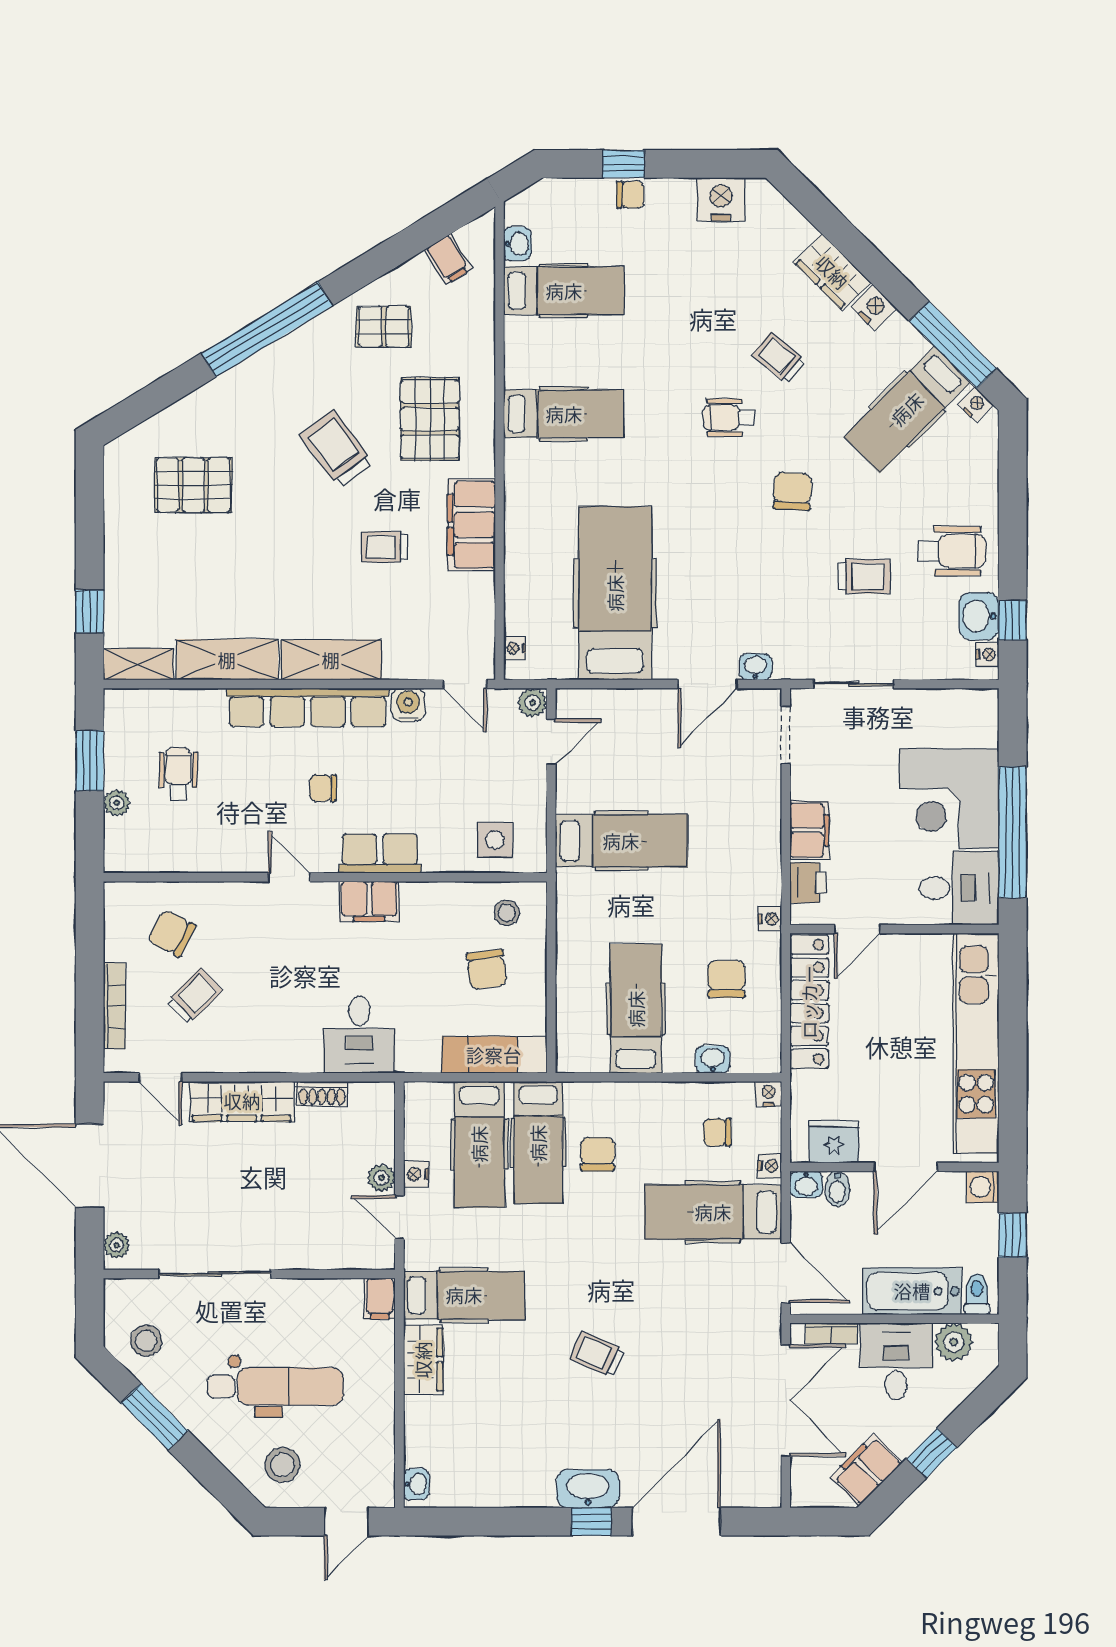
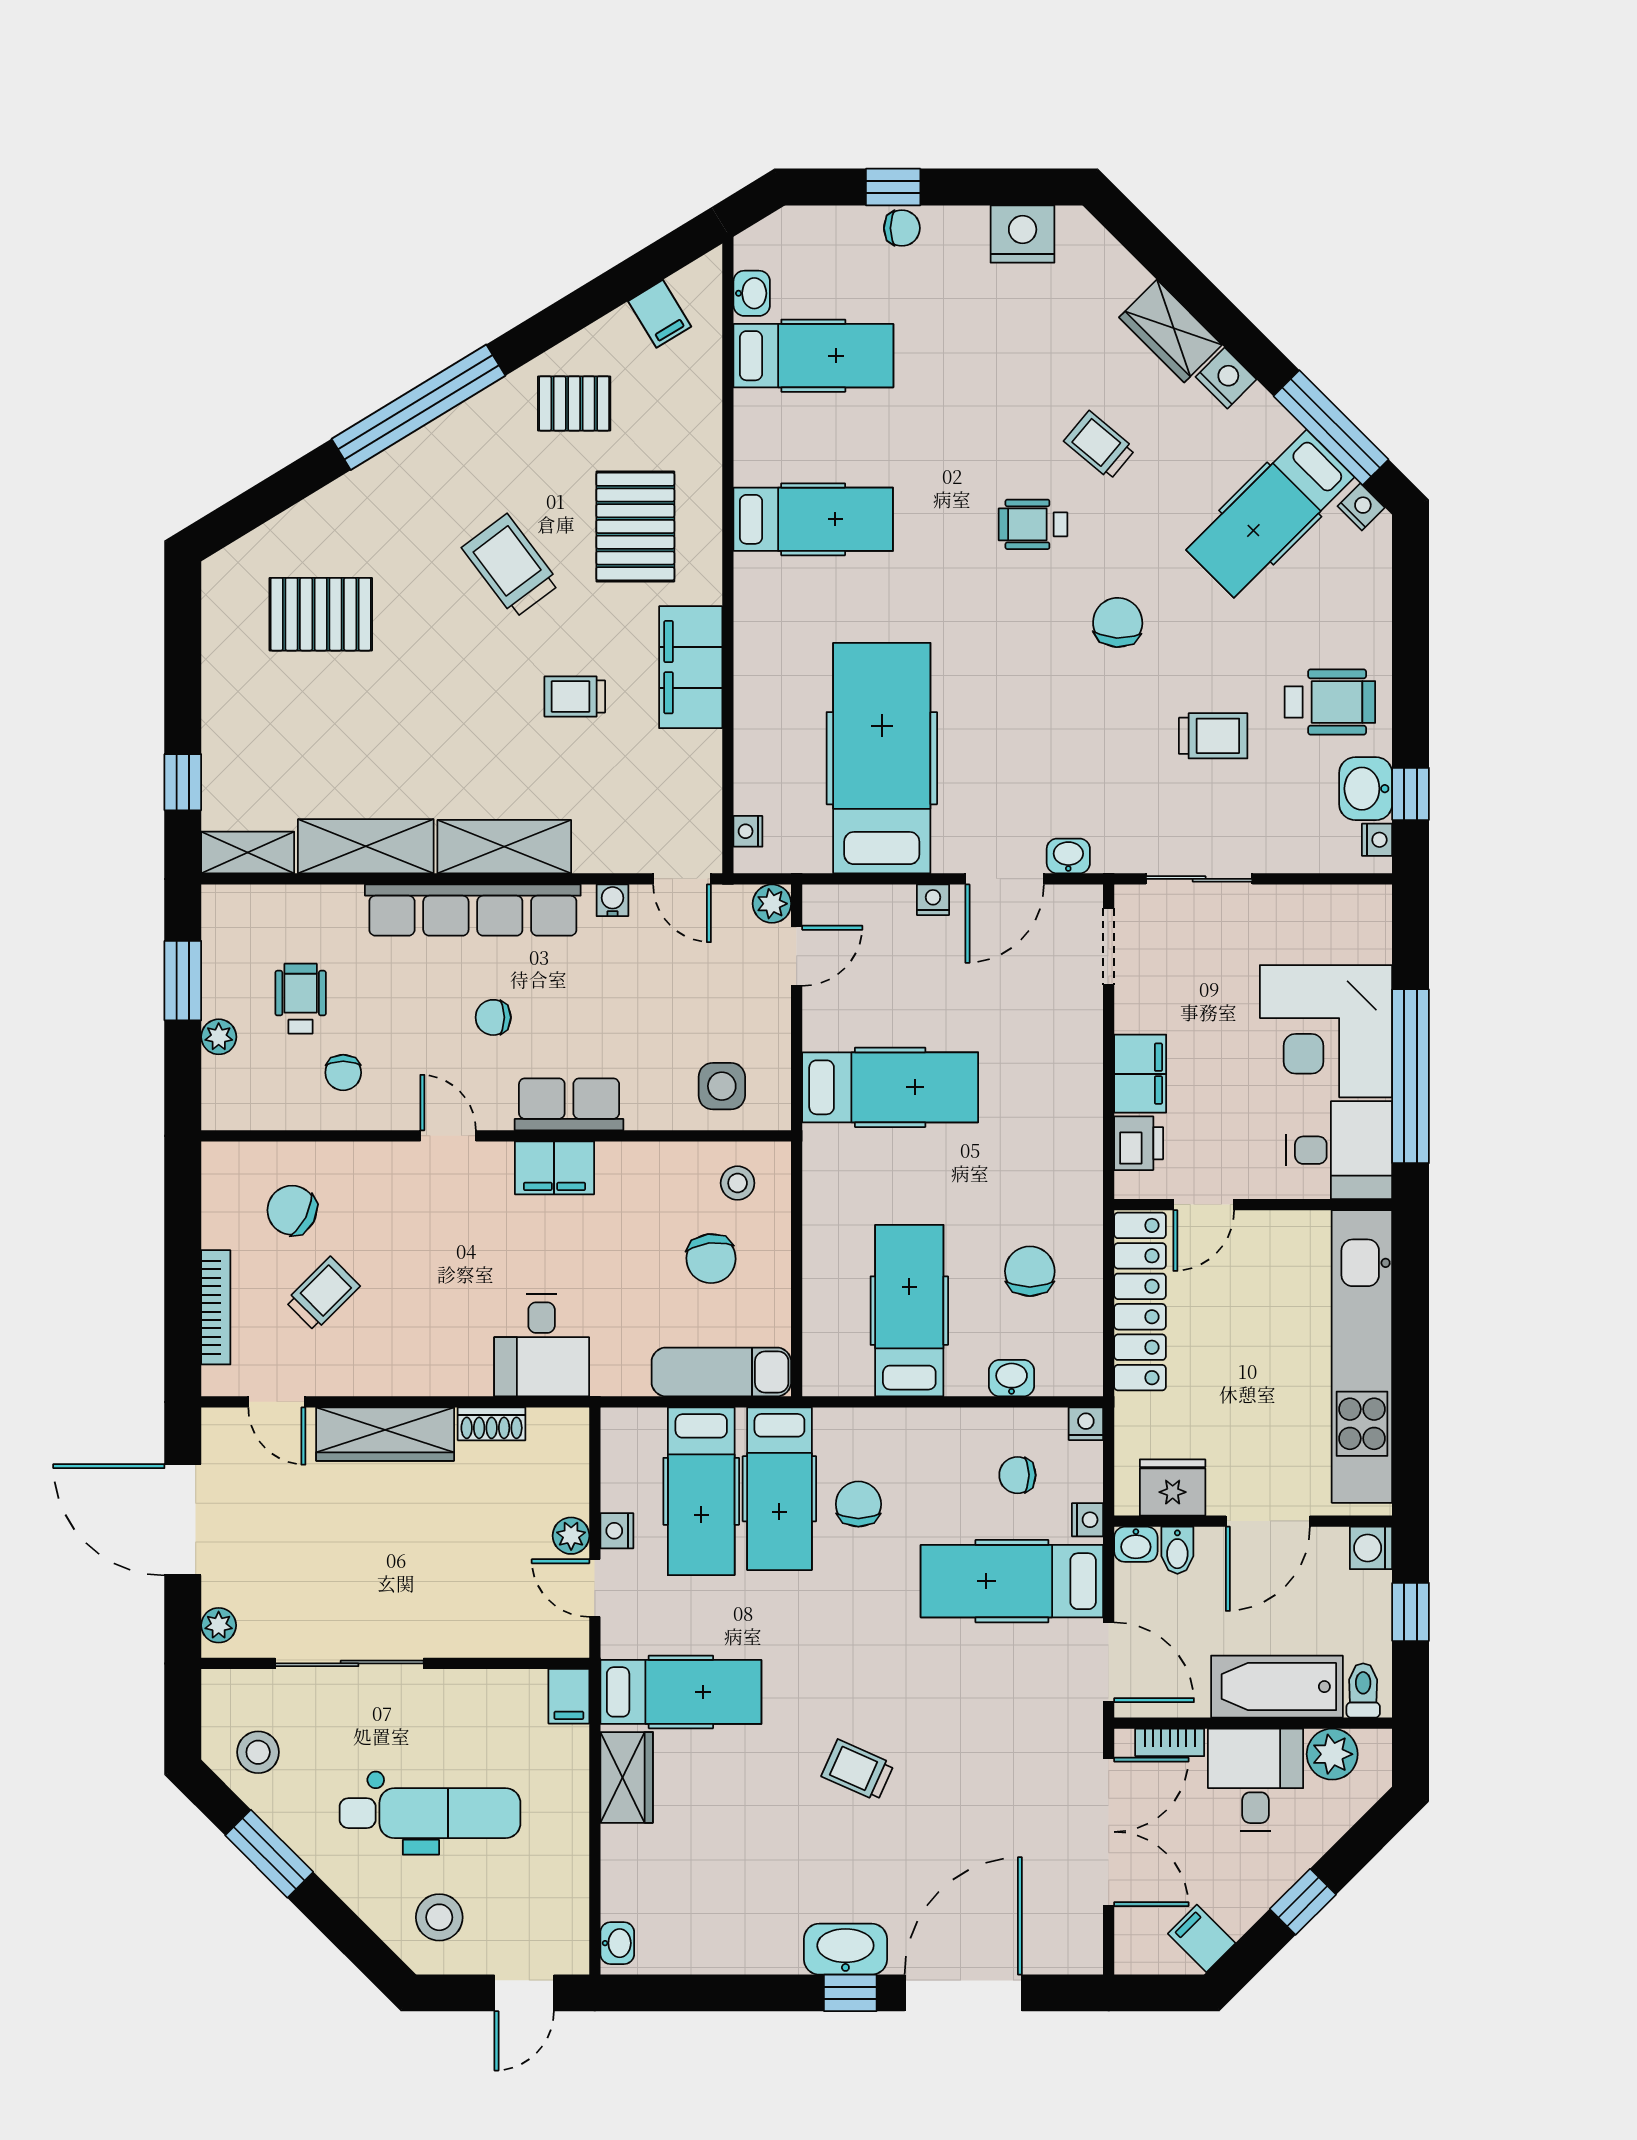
water cooler: (408, 705) -> (612, 900), width x0.72, depth x0.72
chair: (210, 830) -> (343, 1073), added
nightstand: (770, 919) -> (933, 900), moved, turned -90
filing cabinet: (866, 1470) -> (1202, 1938), width x0.50

